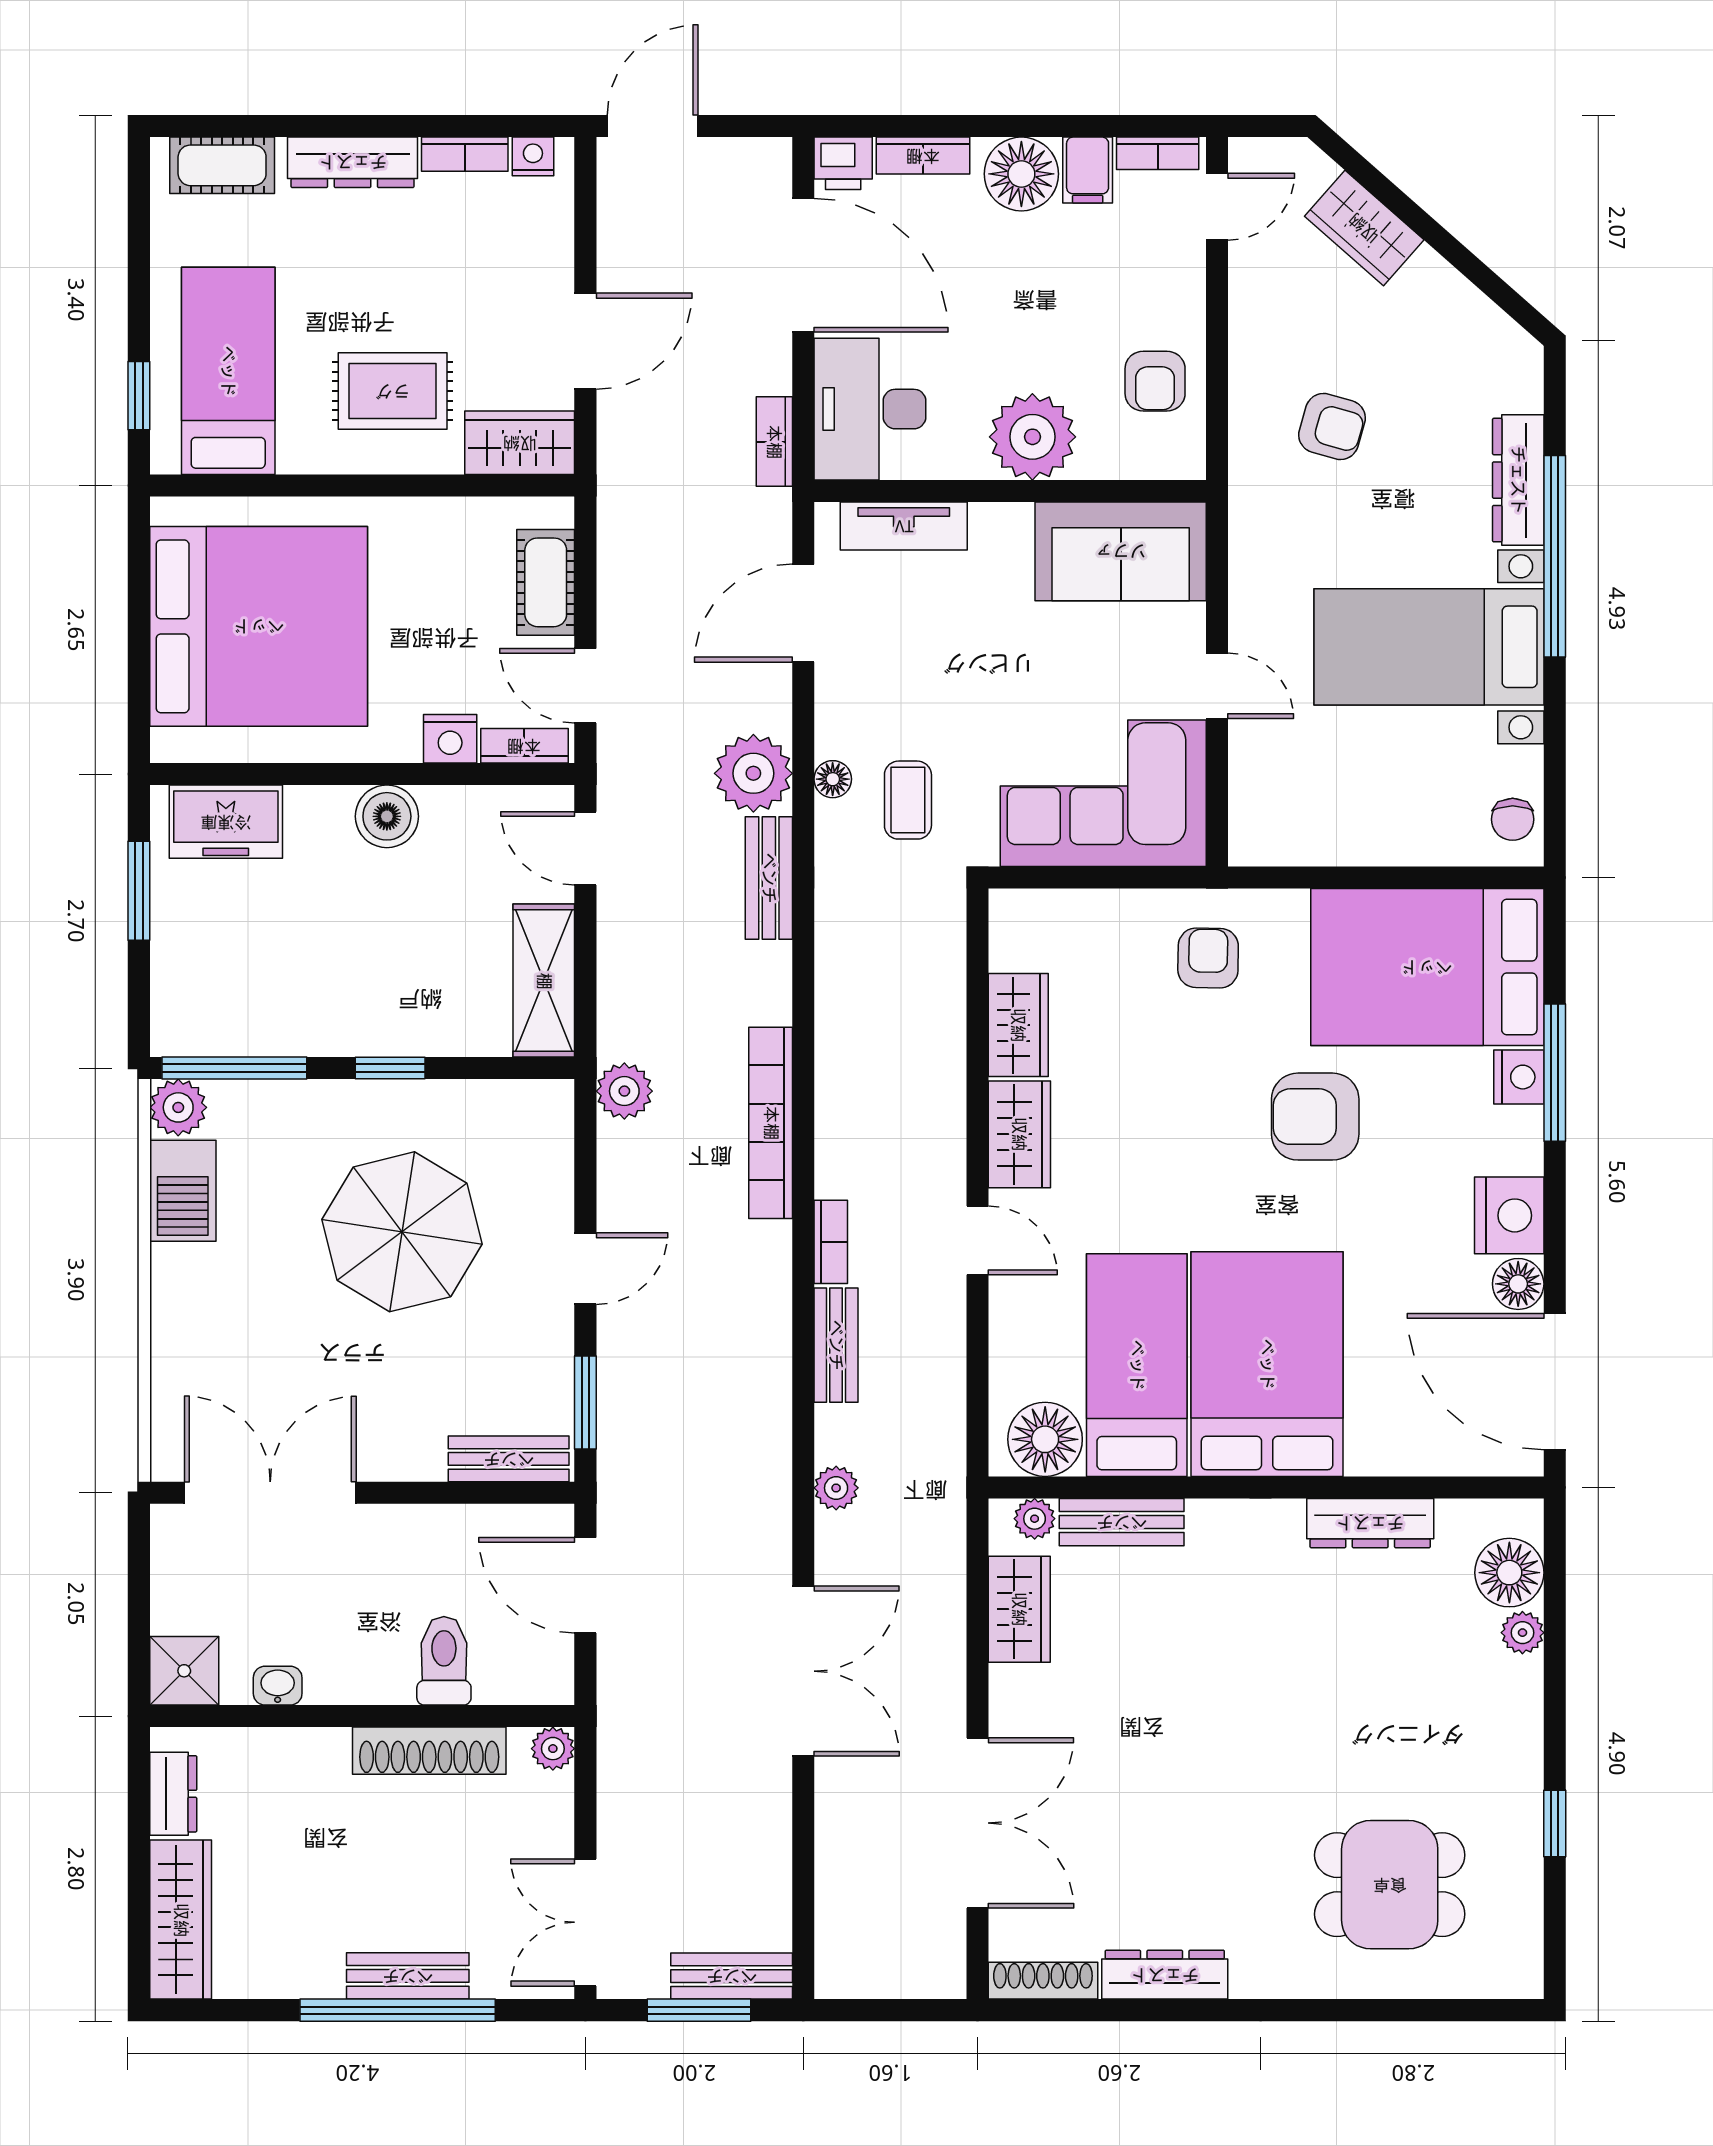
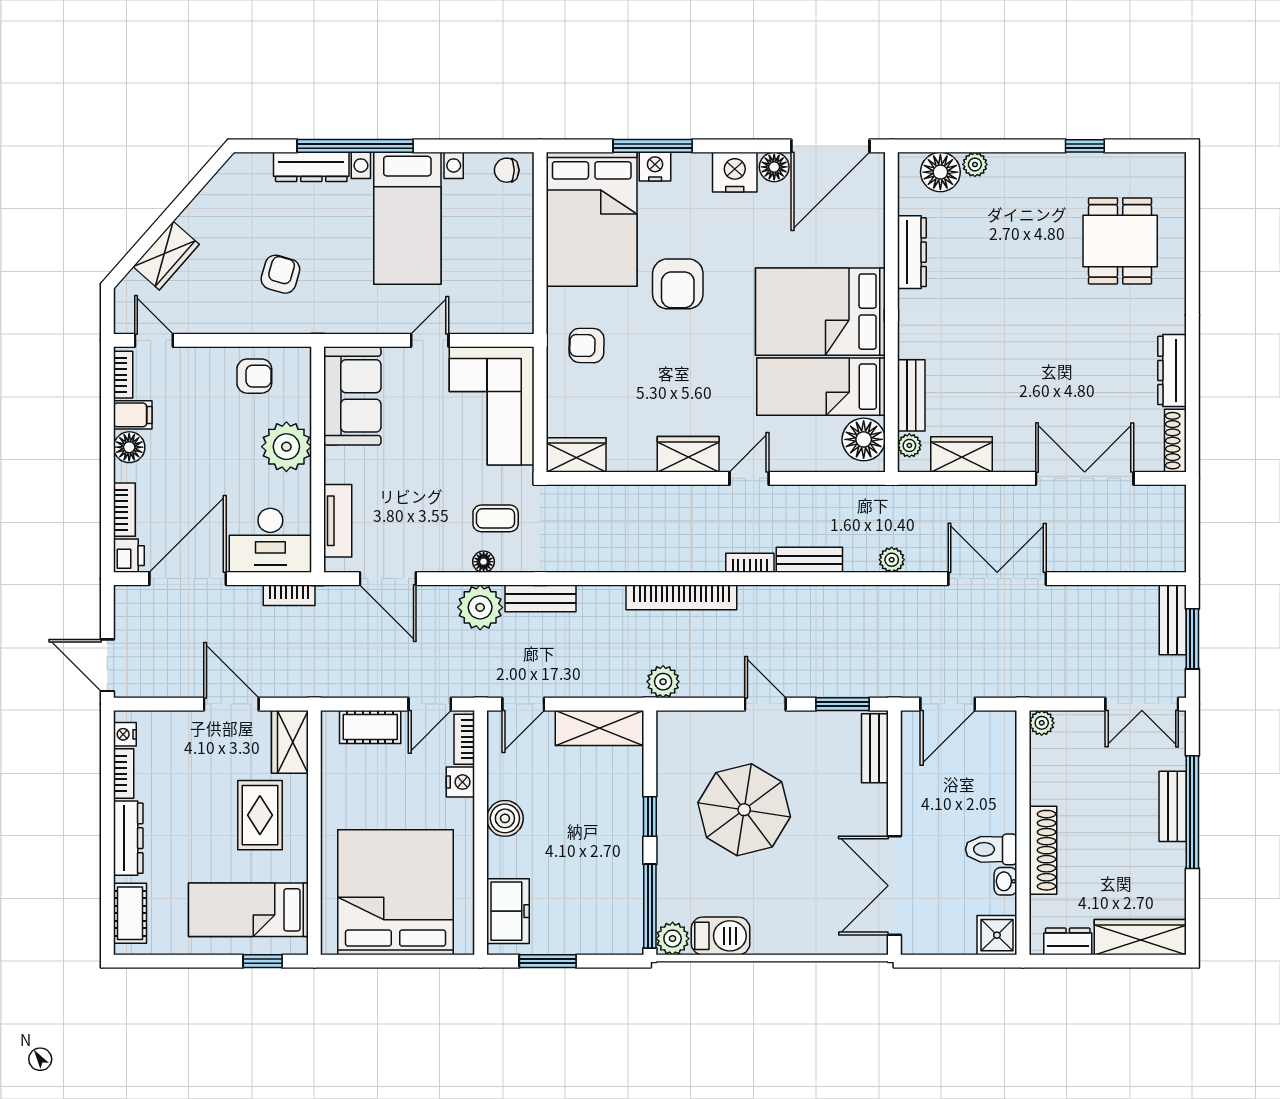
floor lamp: (1021, 174) -> (129, 447), width x0.73, depth x0.73
chair: (1513, 819) -> (507, 170), turned 180
wardrobe: (1018, 1025) -> (576, 455), moved
toilet: (444, 1661) -> (991, 849), moved
shoe rack: (429, 1751) -> (1043, 850), moved

